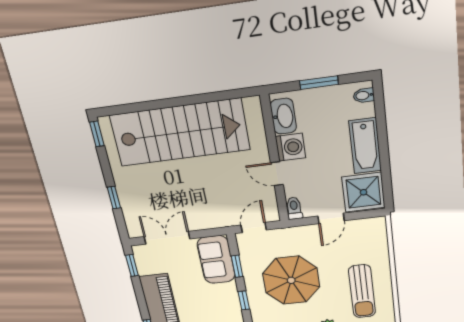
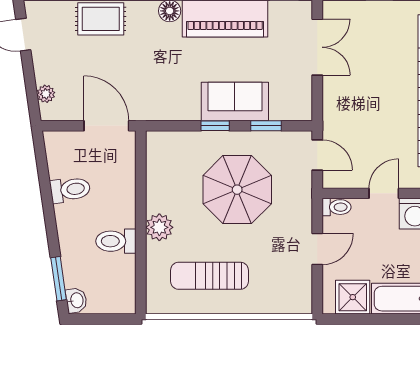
shower: (363, 192) -> (353, 297), width x0.73, depth x0.73
door: (331, 218) -> (317, 249), swing flipped
sofa: (216, 260) -> (235, 101), moved

